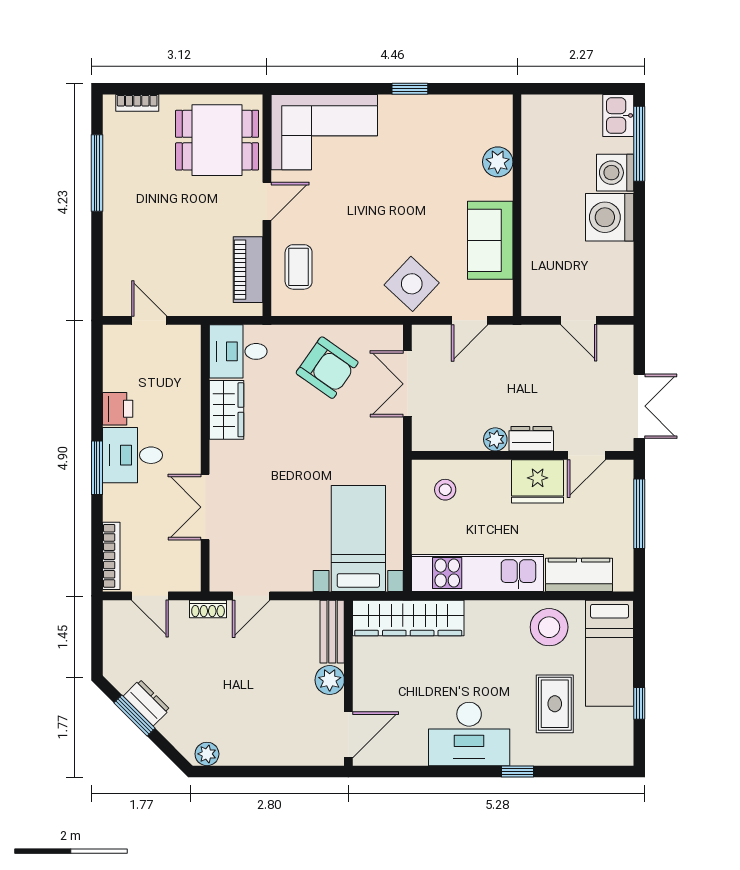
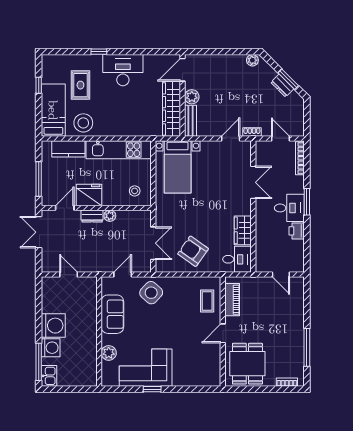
corner sofa: (324, 132) -> (146, 368), moved
dining table: (217, 140) -> (247, 364), turned 90
wardrobe: (408, 618) -> (172, 109), moved, turned -90

